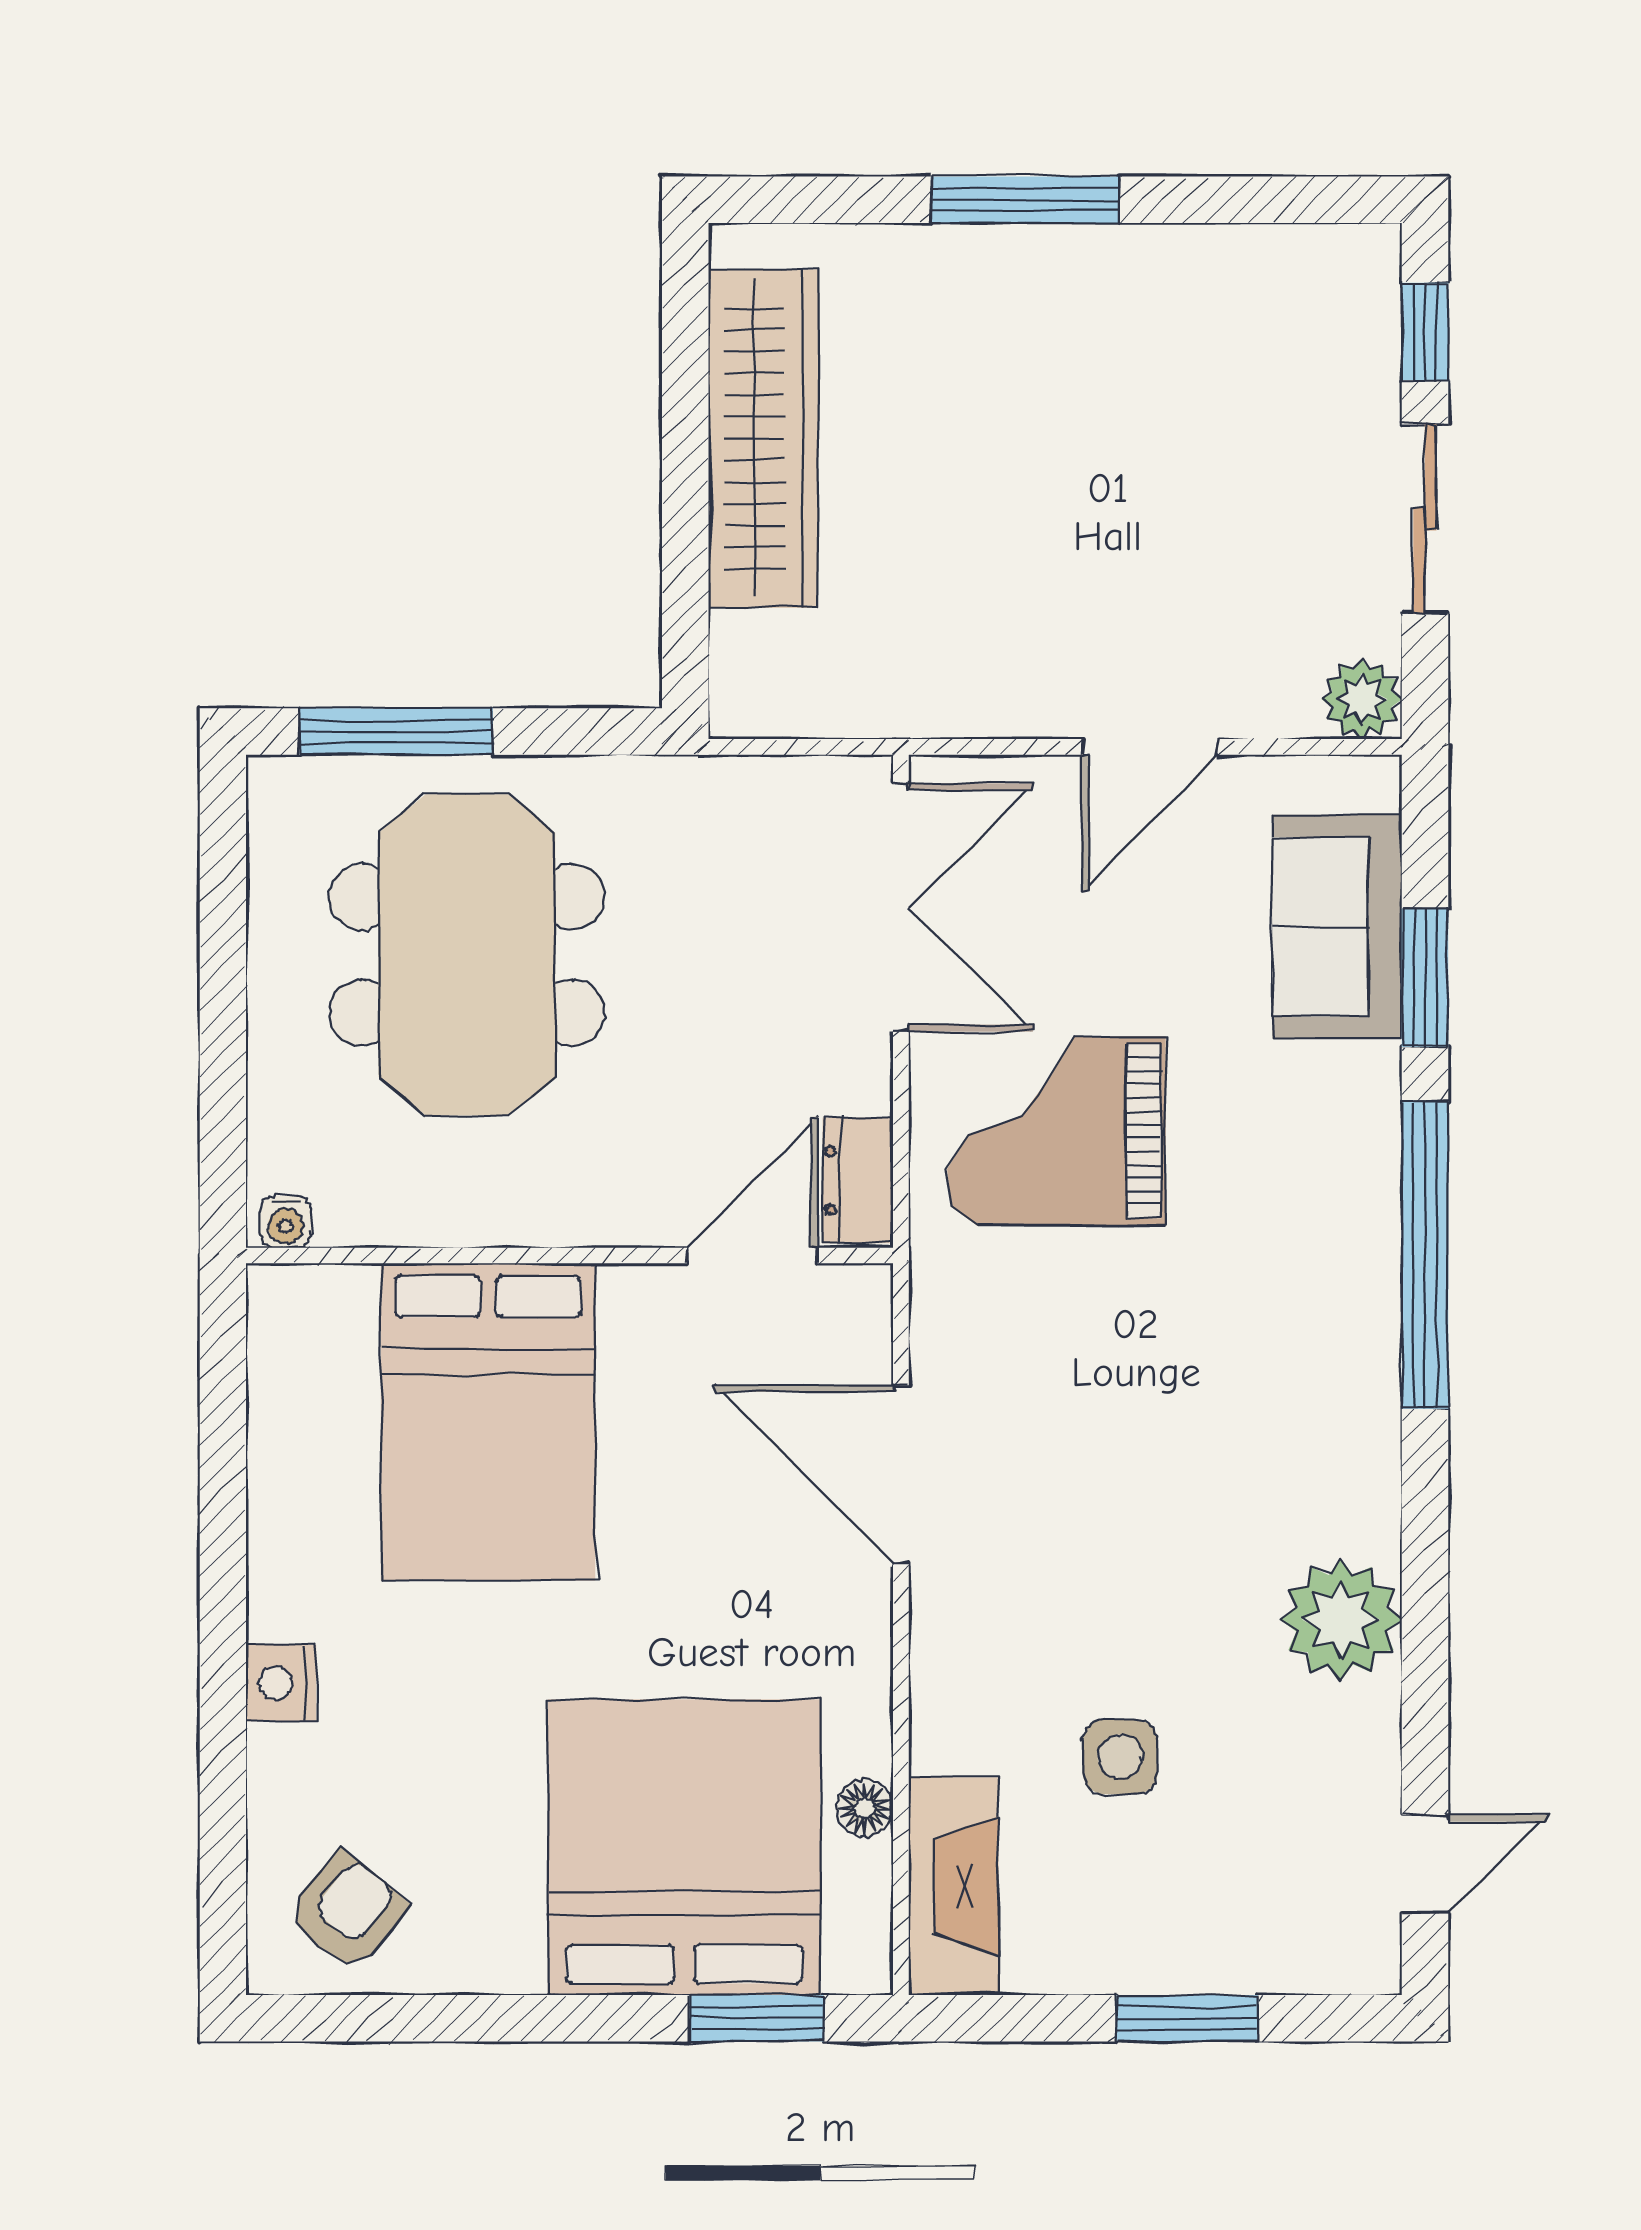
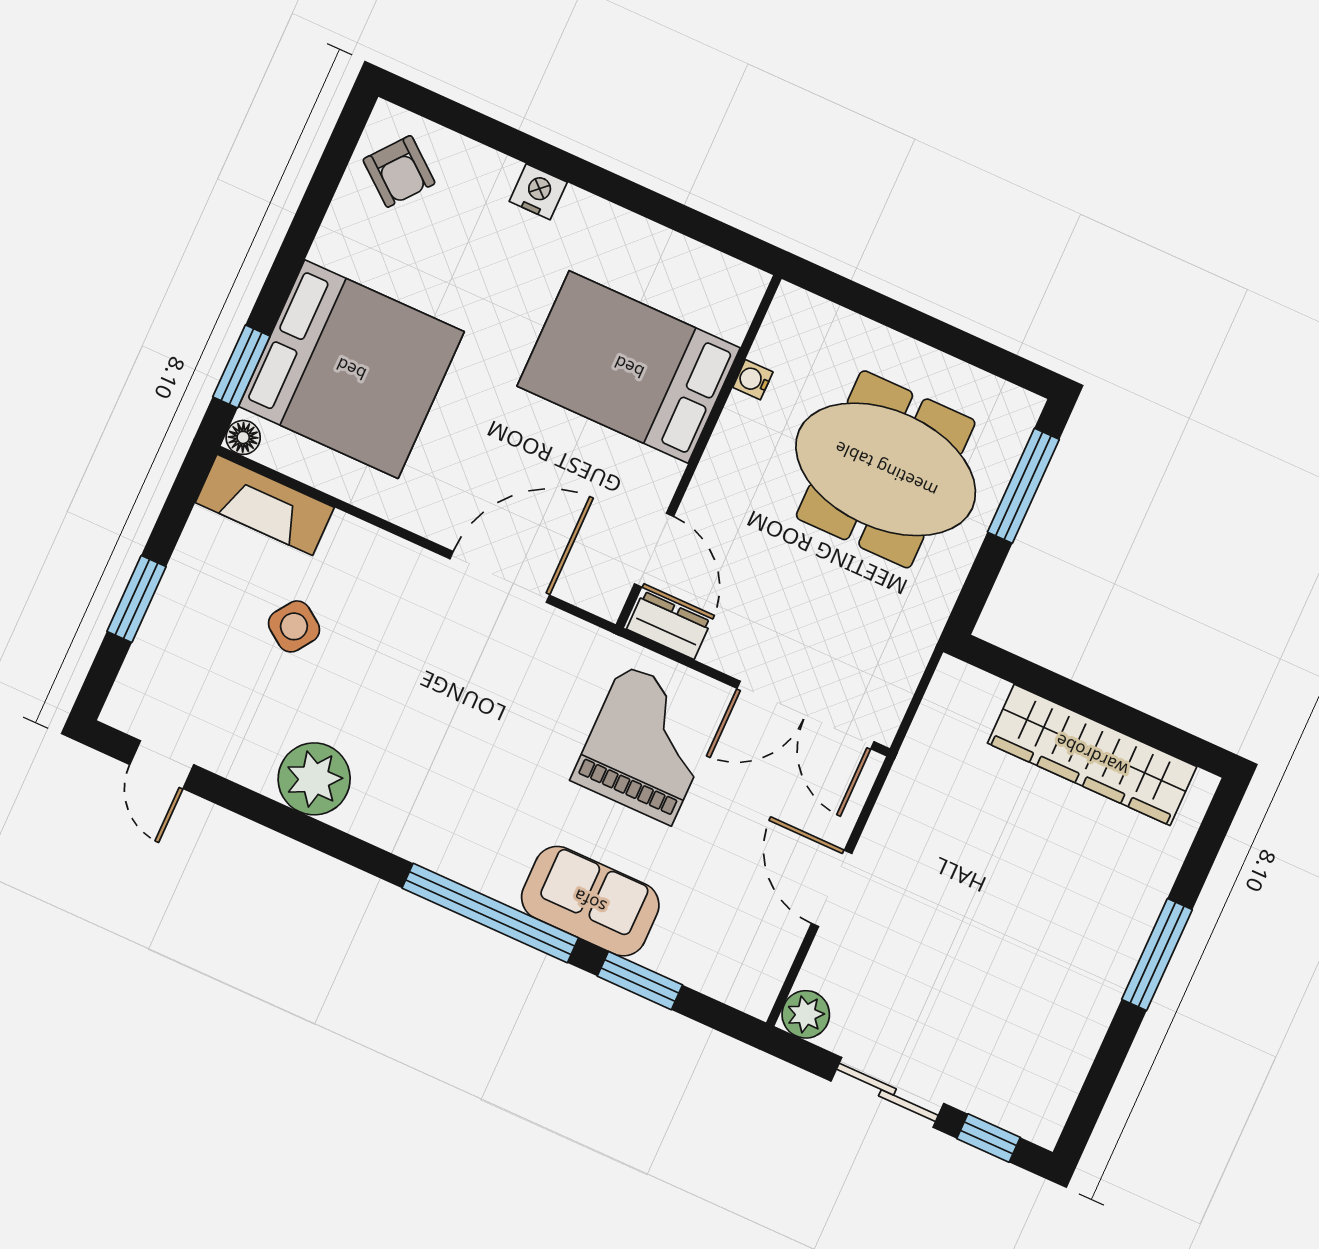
sofa: (1337, 927) -> (590, 901), moved
water cooler: (286, 1222) -> (753, 380), moved
side table: (1120, 1757) -> (294, 626), turned 35
floor lamp: (864, 1808) -> (243, 437), moved

